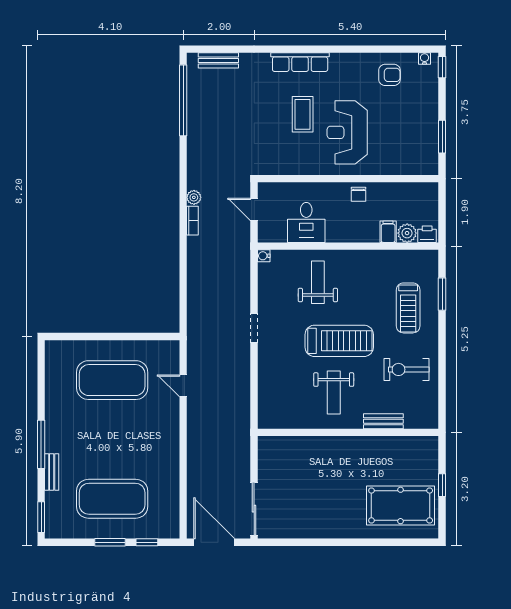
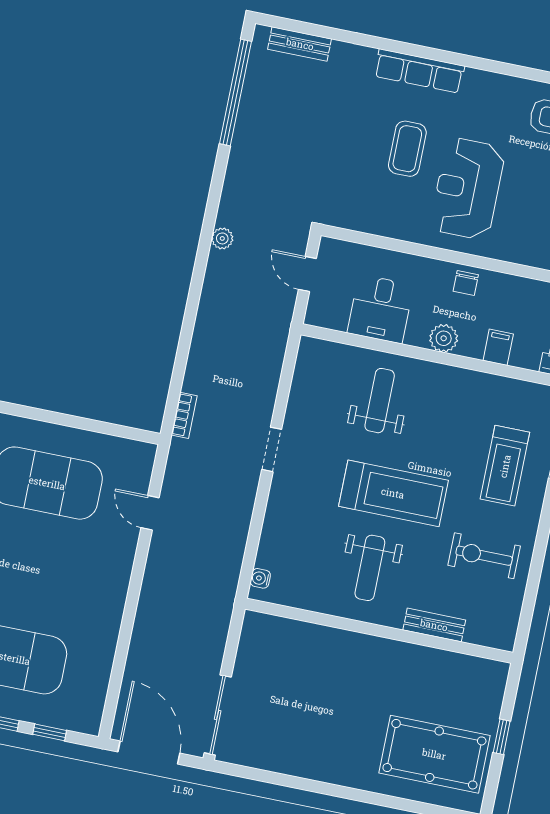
bookcase: (192, 221) -> (184, 415), moved
plant: (407, 233) -> (444, 338), moved
water cooler: (264, 256) -> (260, 578), moved

